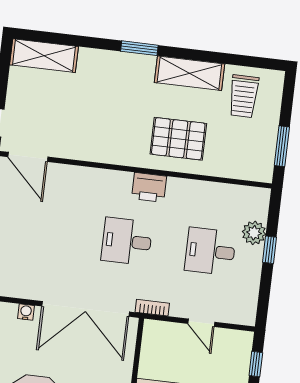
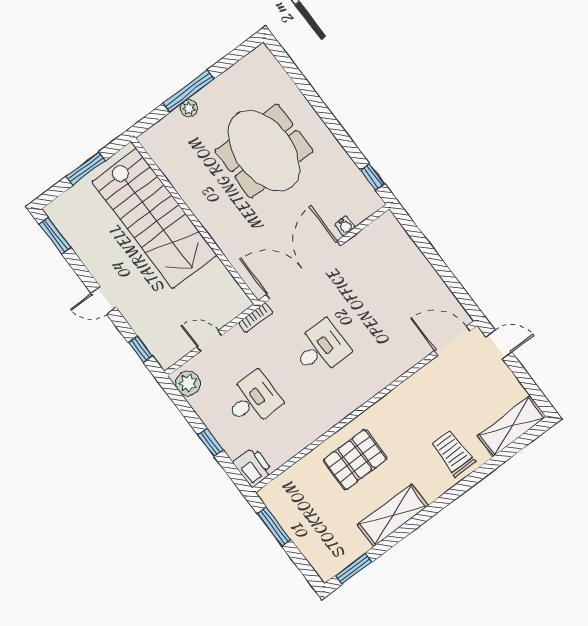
window: (139, 48) -> (354, 569), moved
trolley: (244, 96) -> (453, 453), moved
printer: (149, 187) -> (253, 467), moved, turned 90
plant: (254, 233) -> (188, 383), moved

